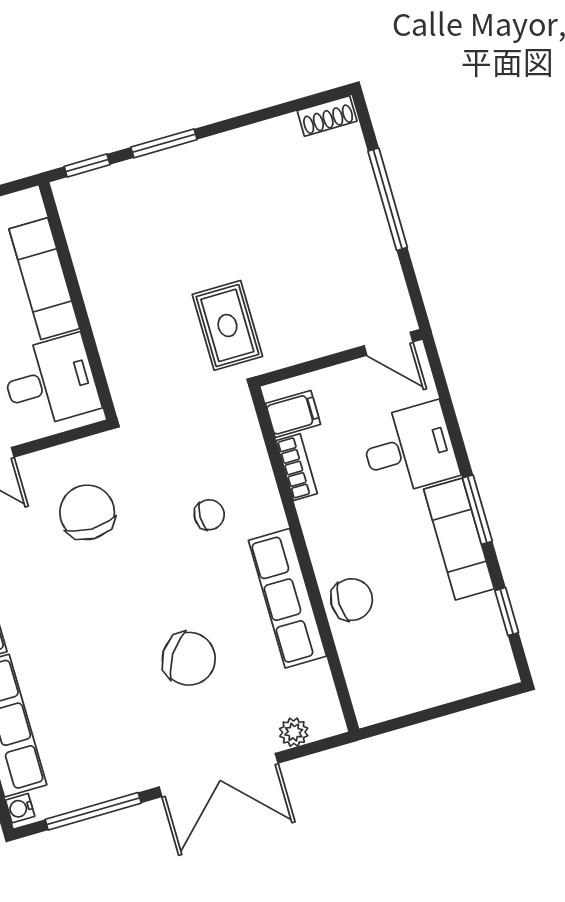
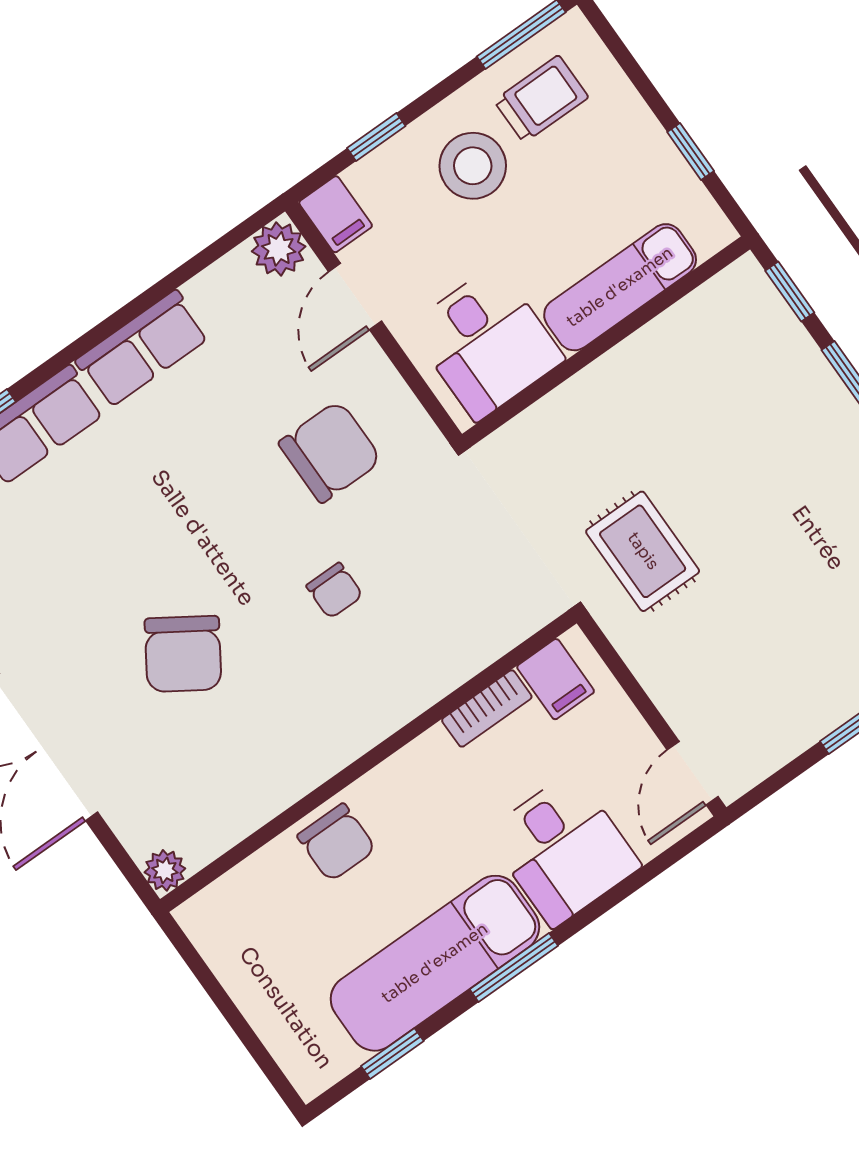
rug: (227, 325) -> (643, 551), turned 90
chair: (209, 515) -> (335, 591), moved
exam couch: (459, 539) -> (435, 963), width x1.36, depth x1.45
row of seats: (287, 598) -> (309, 757), removed
plant: (294, 732) -> (165, 870), moved

